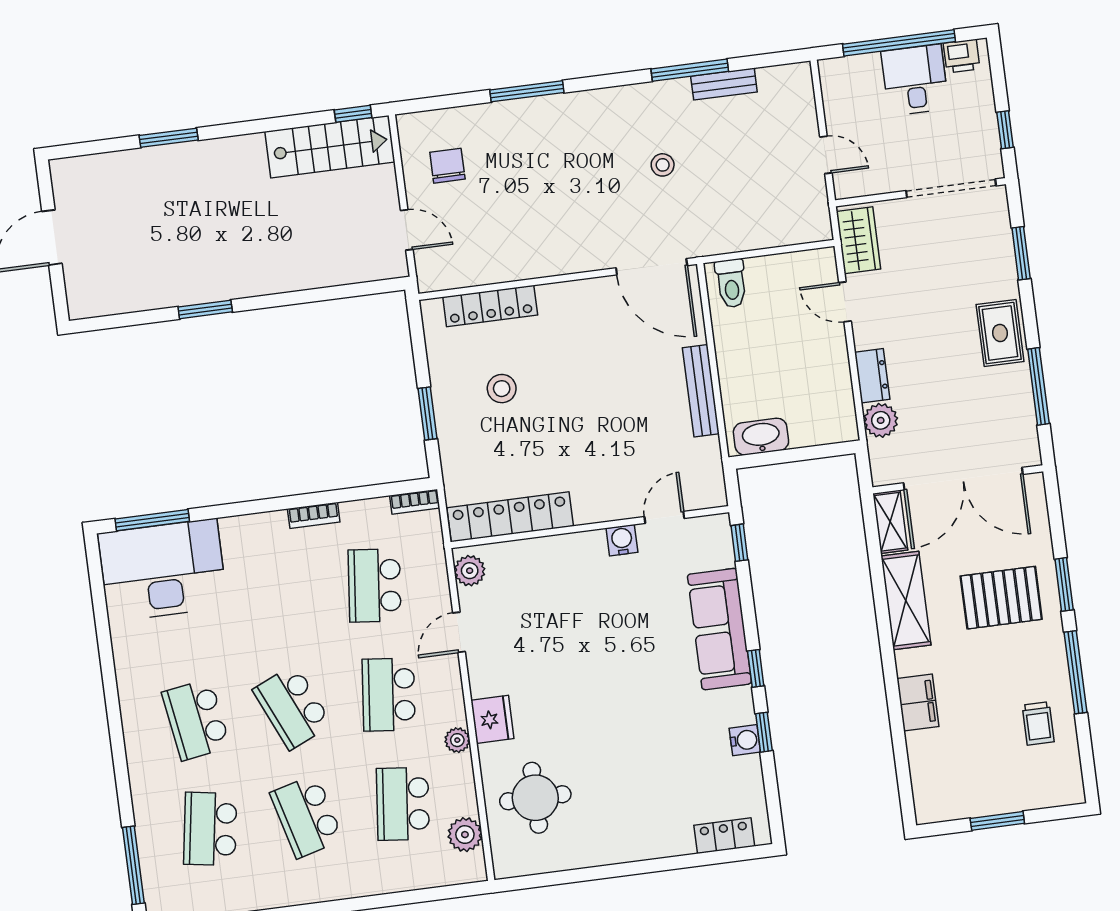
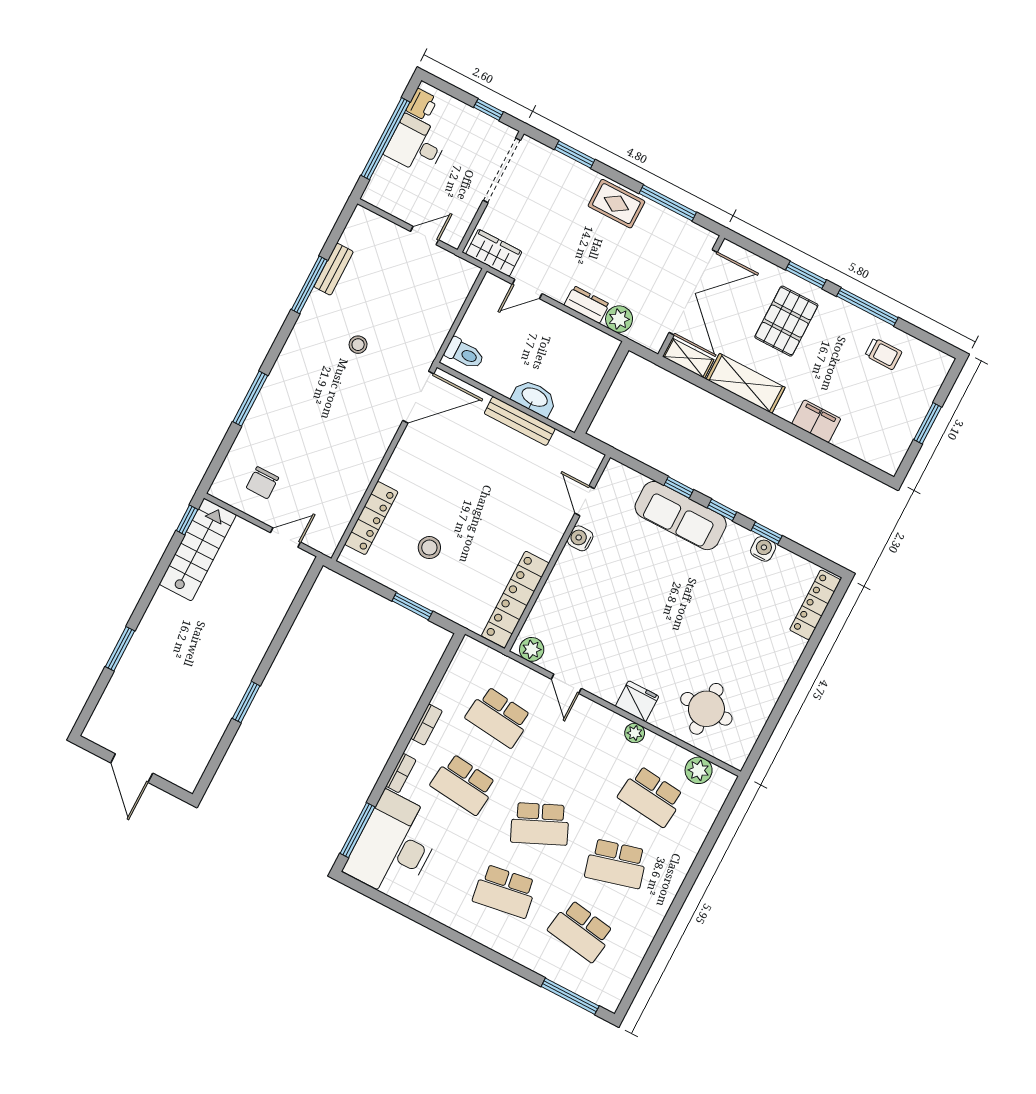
chair: (447, 166) -> (262, 483), turned -90
washbasin: (761, 437) -> (534, 398), moved, turned 90
bookcase: (415, 502) -> (401, 773), moved
window: (739, 543) -> (679, 487), moved
school desk: (389, 695) -> (464, 784), moved
locker: (724, 836) -> (815, 605), width x1.53

